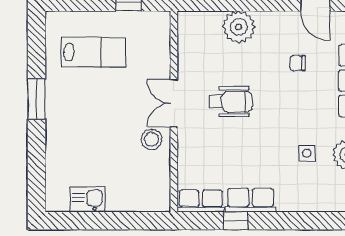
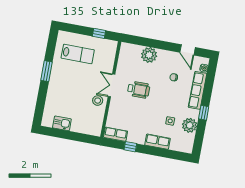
row of seats: (251, 200) -> (158, 142), moved

